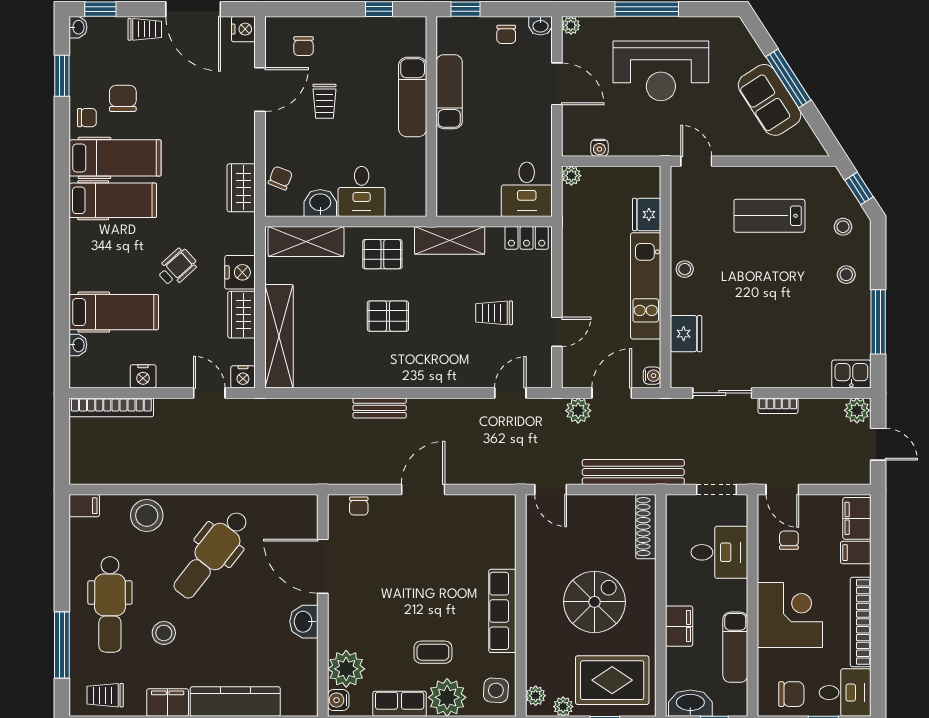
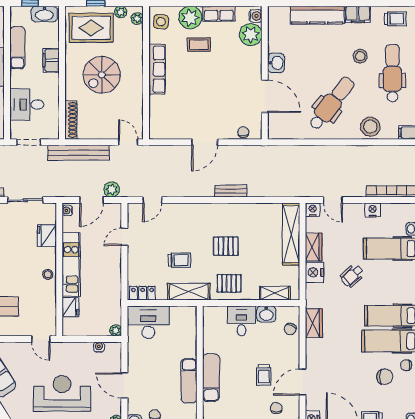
chair: (123, 98) -> (385, 377), turned -90
trolley: (324, 101) -> (264, 375), turned 180
desk: (527, 189) -> (148, 322), width x1.37
shelving: (306, 241) -> (275, 293), width x0.67, depth x0.75
trolley: (494, 313) -> (179, 260), moved

